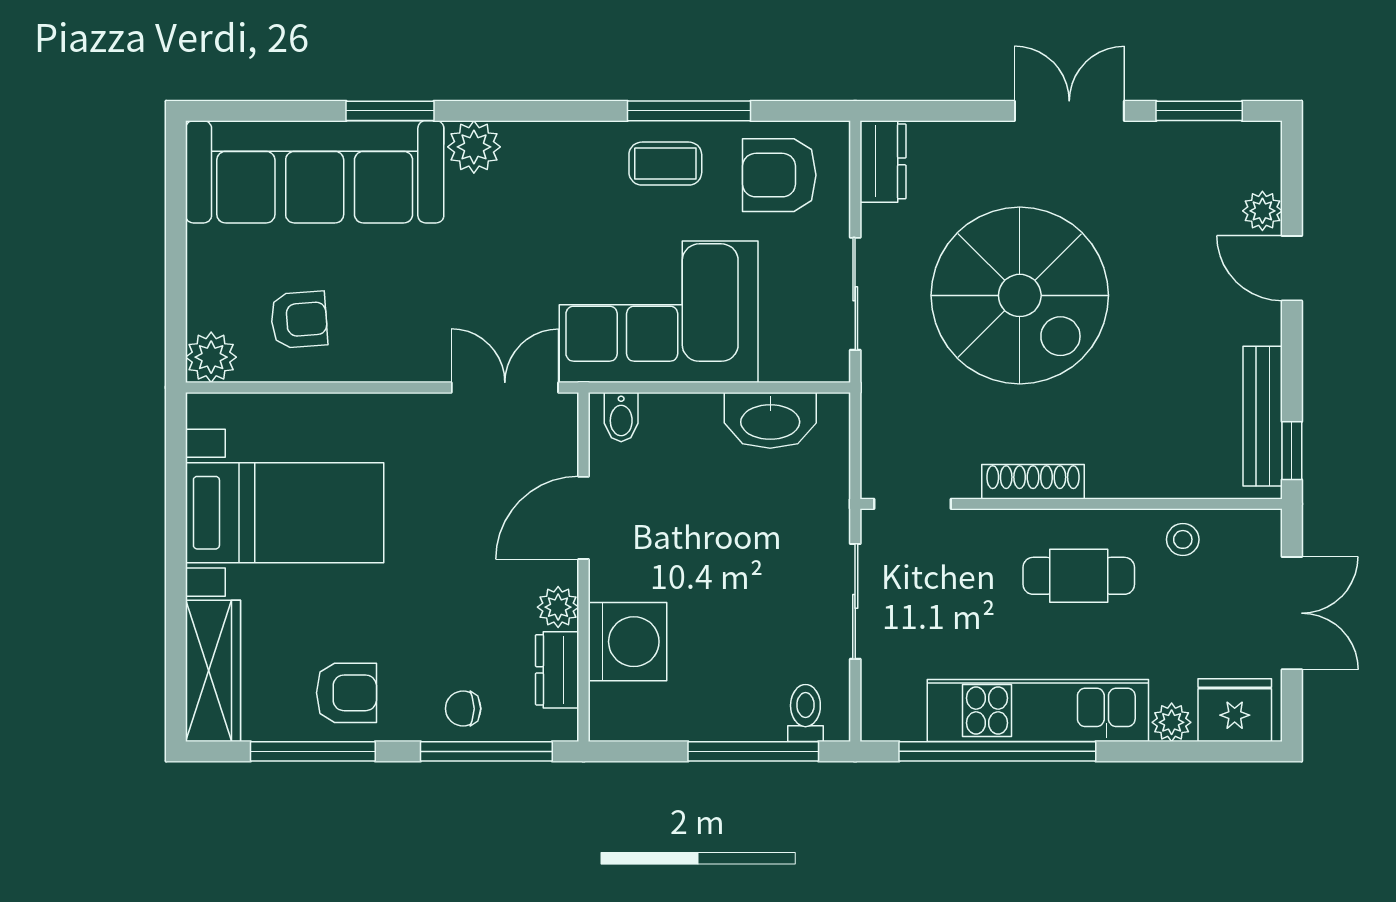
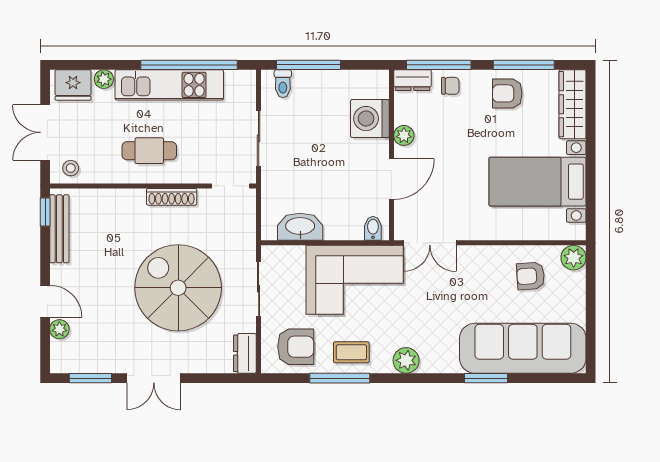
plant: (474, 147) -> (406, 360), moved
stool: (1183, 539) -> (71, 168), moved
dresser: (557, 670) -> (412, 80), moved, turned 90

